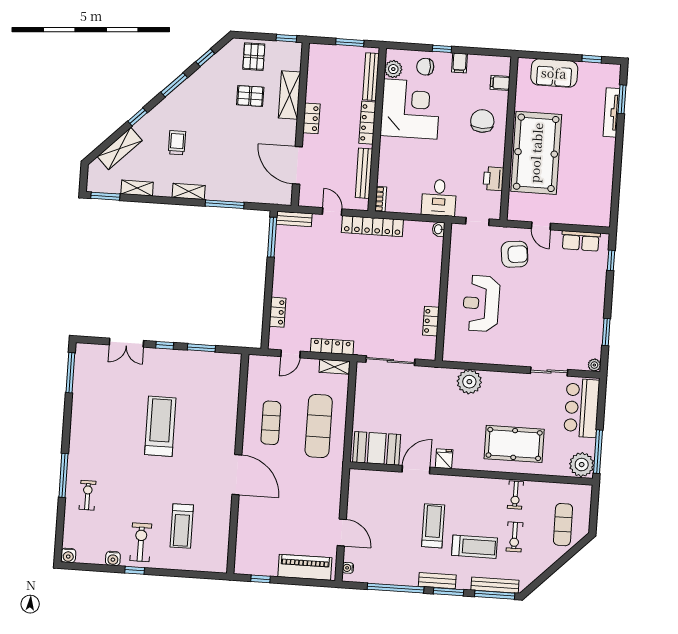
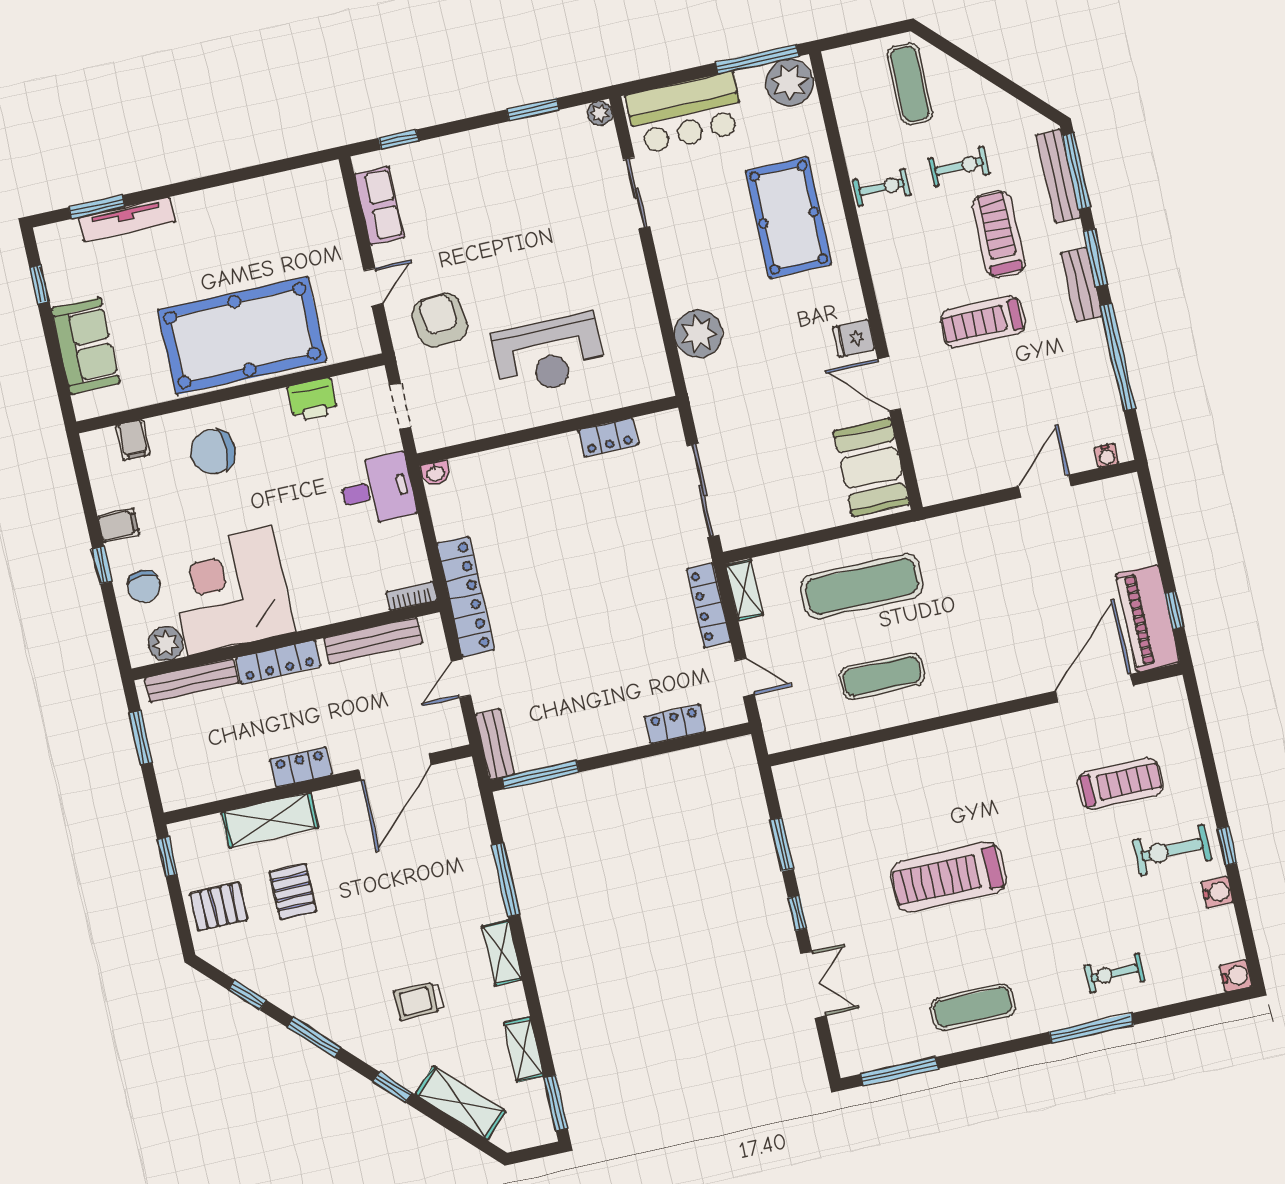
exercise mat: (92, 419) -> (973, 1007), added
door: (237, 475) -> (1094, 688), moved
exercise mat: (563, 525) -> (910, 84), turned 90
piano: (305, 567) -> (1148, 618), moved

